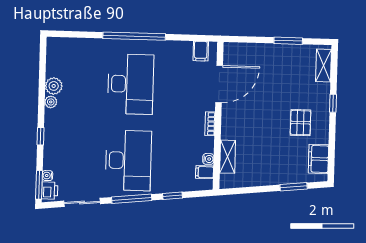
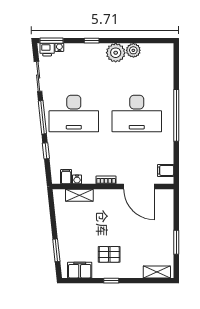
plant: (51, 102) -> (116, 53), width x1.88, depth x1.88
window: (333, 103) -> (111, 281), moved

